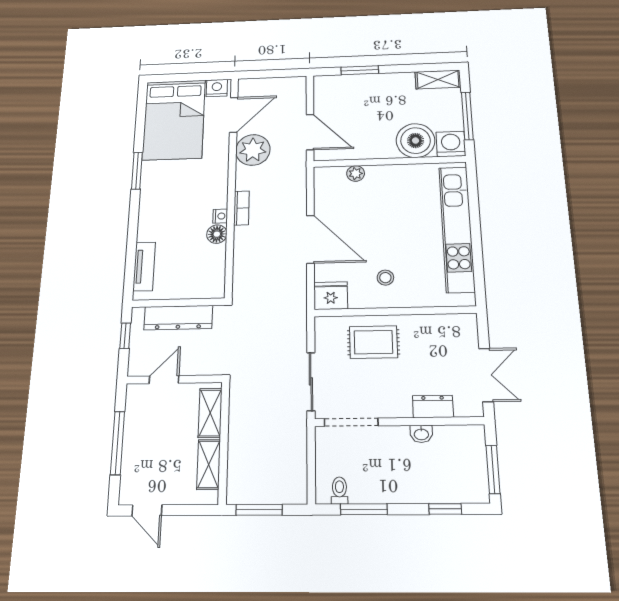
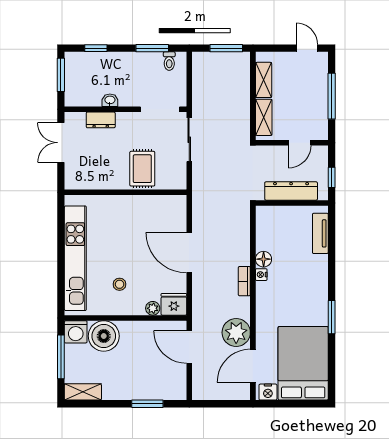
stool: (385, 278) -> (120, 284), moved
fridge: (331, 296) -> (174, 304), moved, turned 180
rug: (373, 342) -> (142, 169), turned 90

